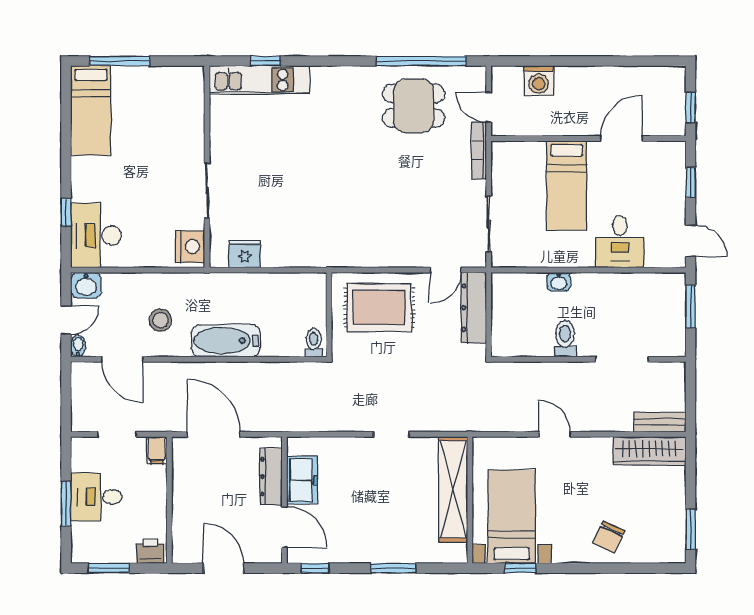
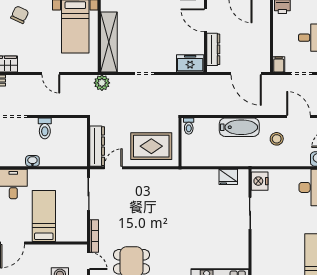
washbasin: (559, 282) -> (32, 161), moved
plant: (465, 418) -> (102, 83), added
freezer: (302, 480) -> (190, 63), moved, turned 90

